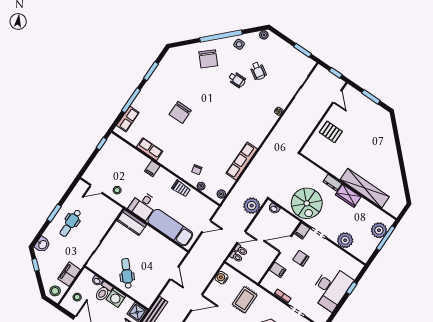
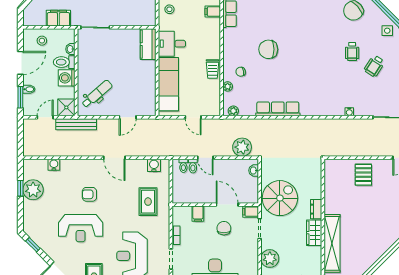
chair: (180, 112) -> (268, 49), moved
filing cabinet: (152, 169) -> (213, 12), moved
spiral stairs: (307, 203) -> (280, 198), turned 180
dental chair: (127, 273) -> (97, 94), moved
stool: (55, 291) -> (33, 16), removed
rug: (245, 300) -> (148, 202), turned 90

